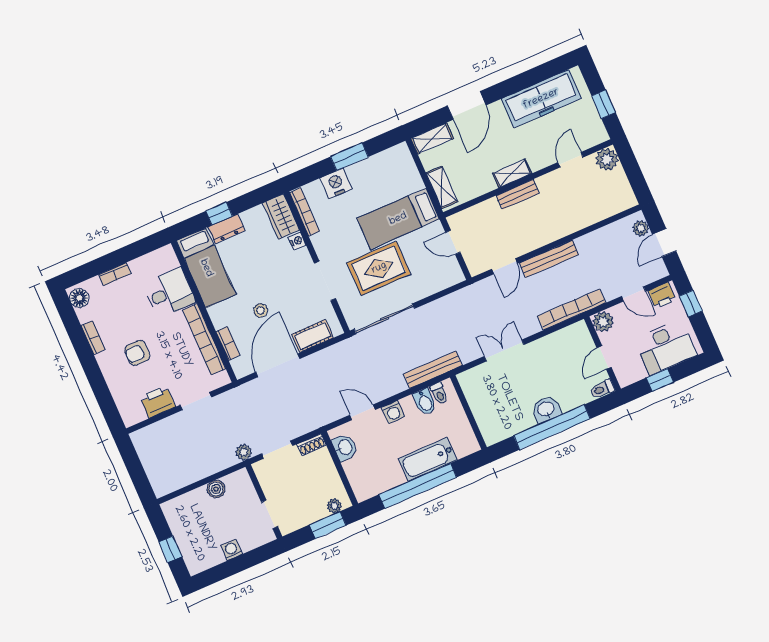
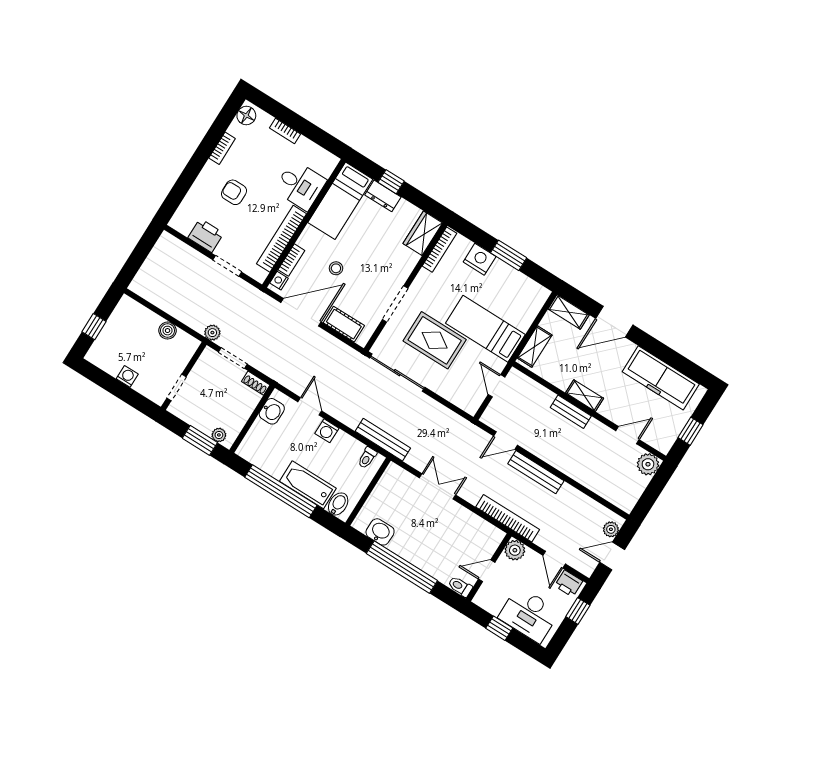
nightstand: (297, 241) -> (279, 281), moved, turned 180
bidet: (425, 402) -> (338, 504), moved, turned 180
washbasin: (546, 409) -> (380, 532), moved

